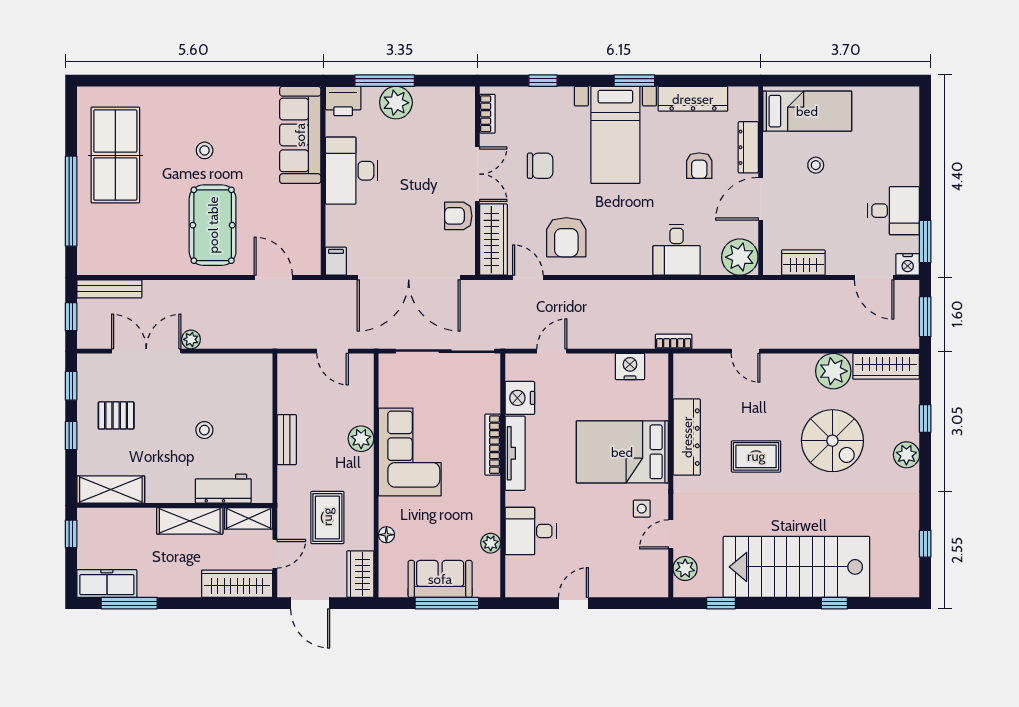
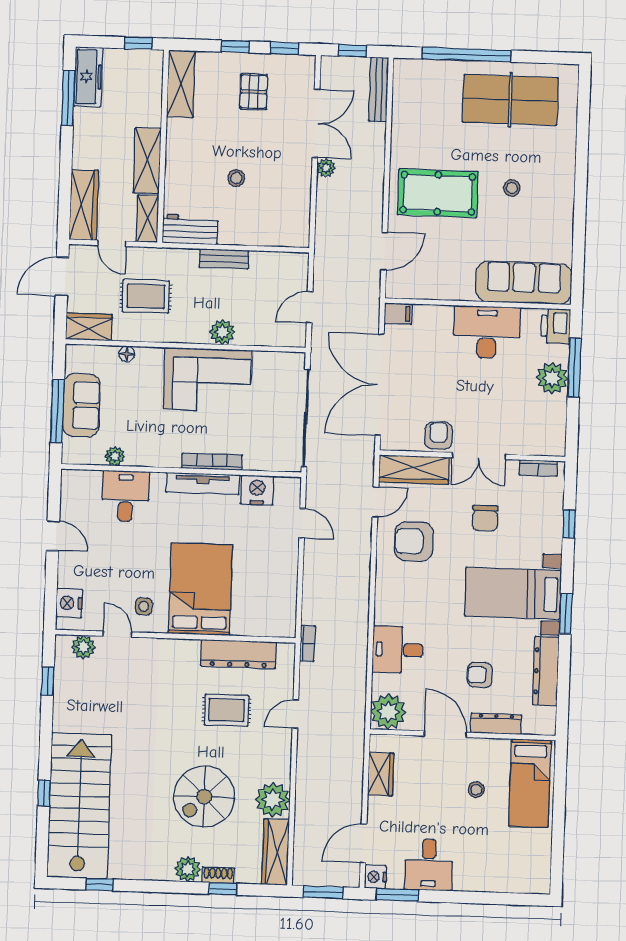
nightstand: (630, 367) -> (69, 603), moved, turned 180
shoe rack: (912, 424) -> (218, 875), added
dresser: (687, 437) -> (239, 654), moved
rug: (756, 456) -> (227, 710), moved, turned 90
workbench: (223, 489) -> (190, 229), moved, turned -90
stairs: (796, 567) -> (79, 806), moved

